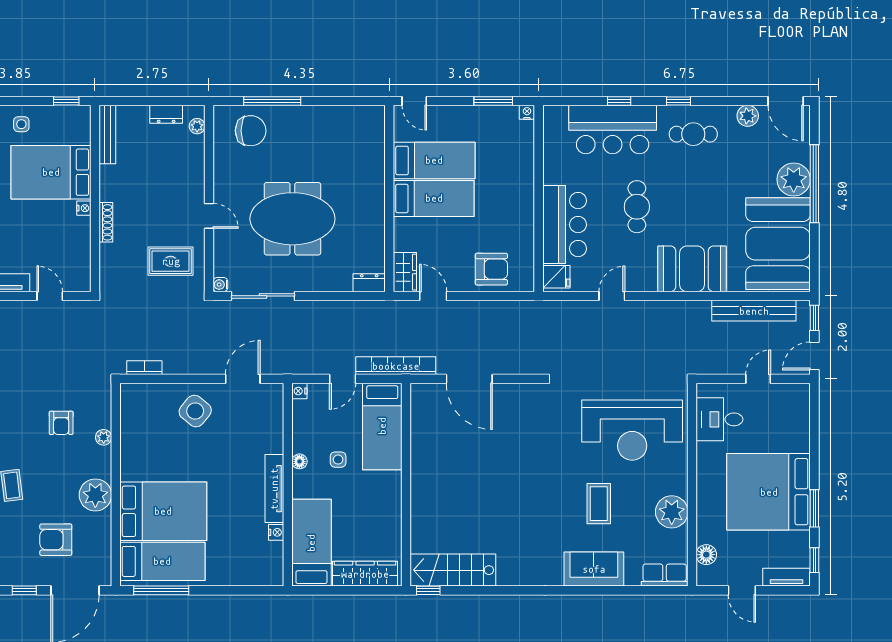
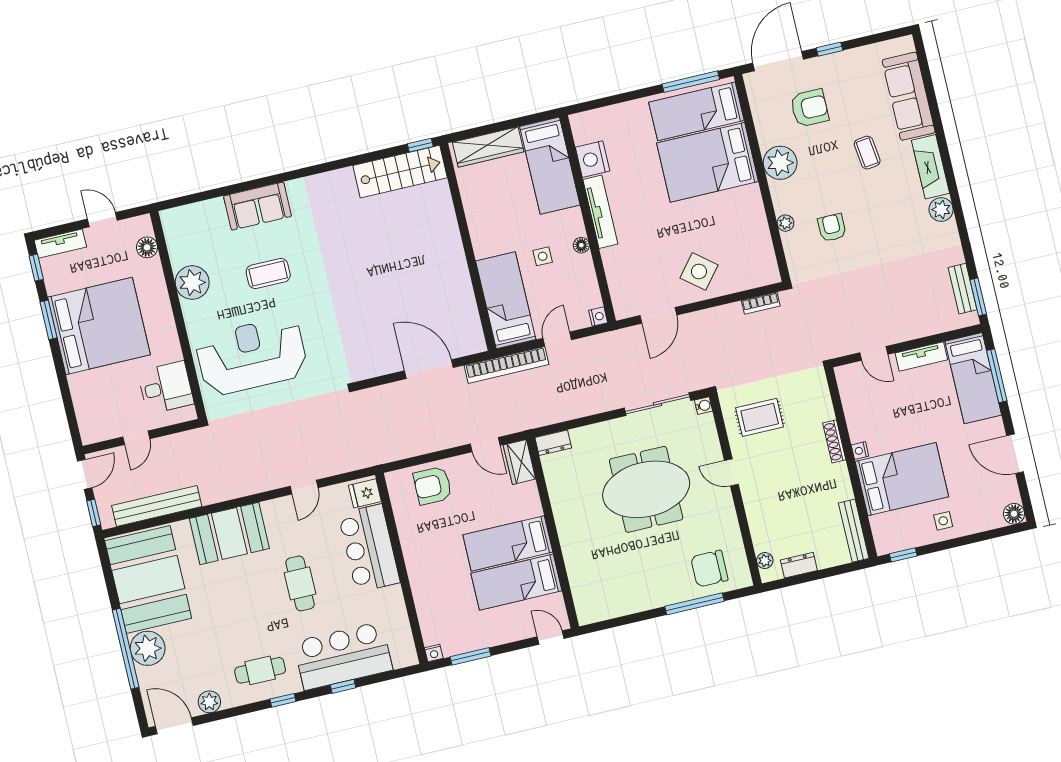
coffee table: (599, 504) -> (268, 274), turned 90
nightstand: (276, 532) -> (593, 159), width x1.89, depth x1.79
row of seats: (665, 575) -> (184, 217), removed

